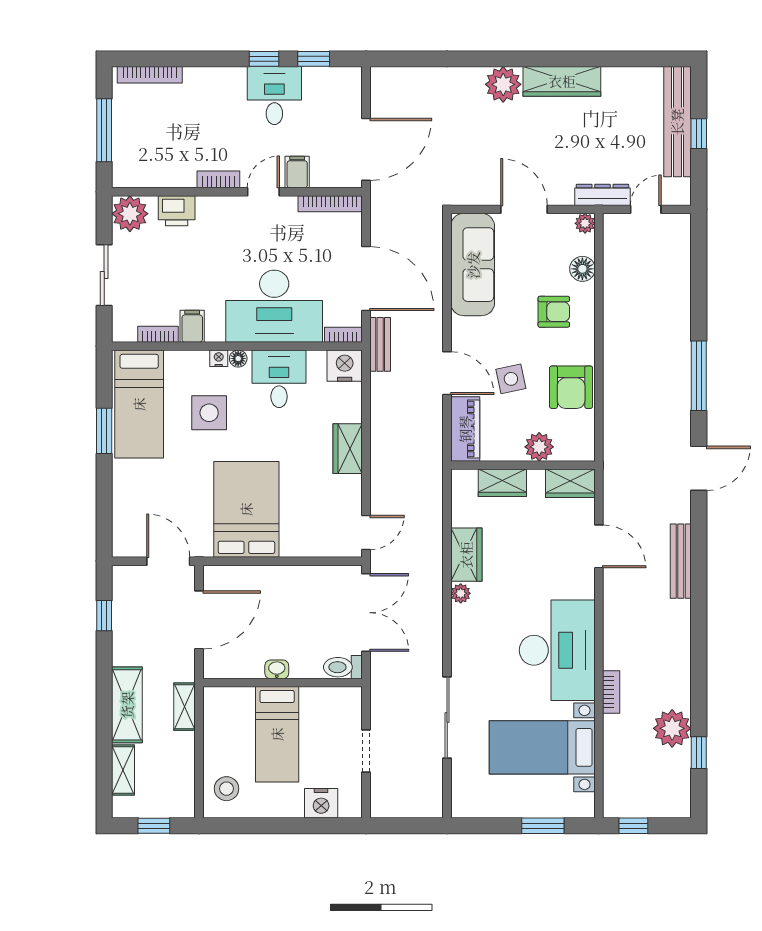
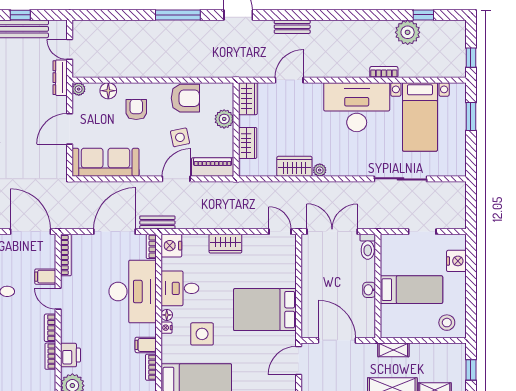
bookcase: (175, 180) -> (50, 356), added
bench: (681, 561) -> (292, 27), width x0.73

